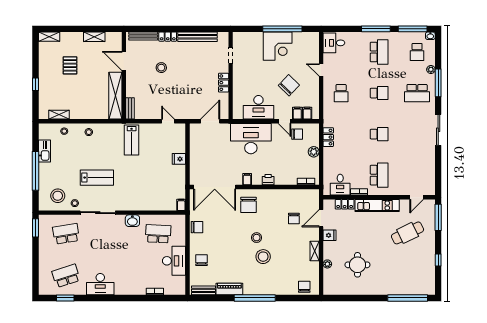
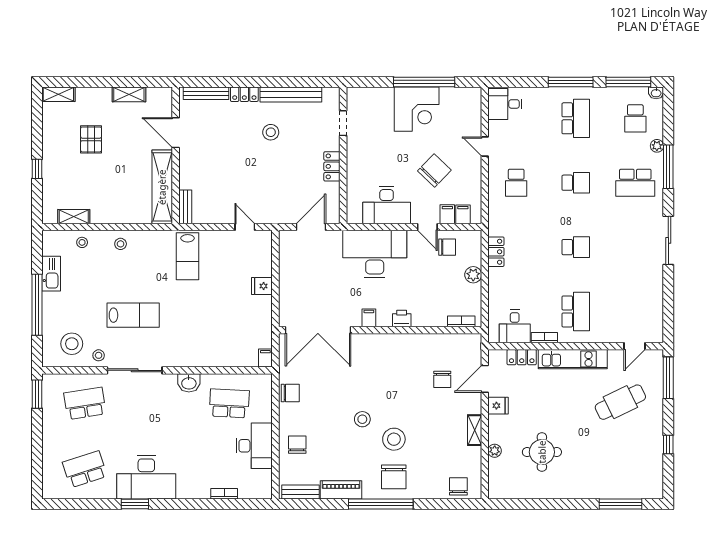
stool: (161, 68) -> (271, 132), moved
chair: (249, 205) -> (394, 477), moved
stool: (257, 238) -> (362, 419), moved
desk: (100, 284) -> (146, 477), width x1.36, depth x1.30
window: (65, 298) -> (135, 504), moved
window: (408, 298) -> (620, 504), width x0.68

